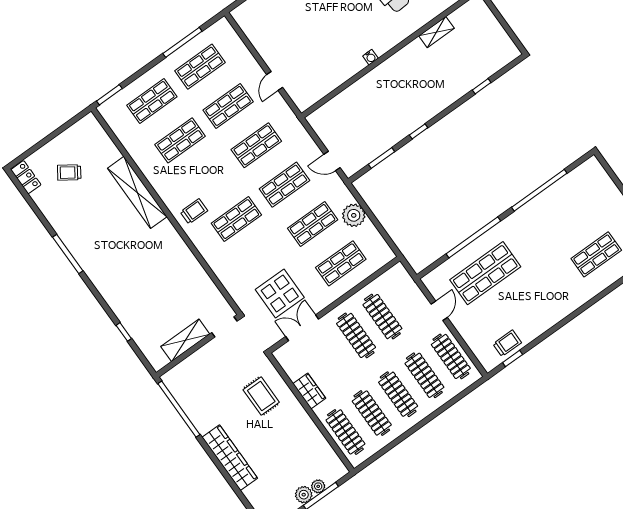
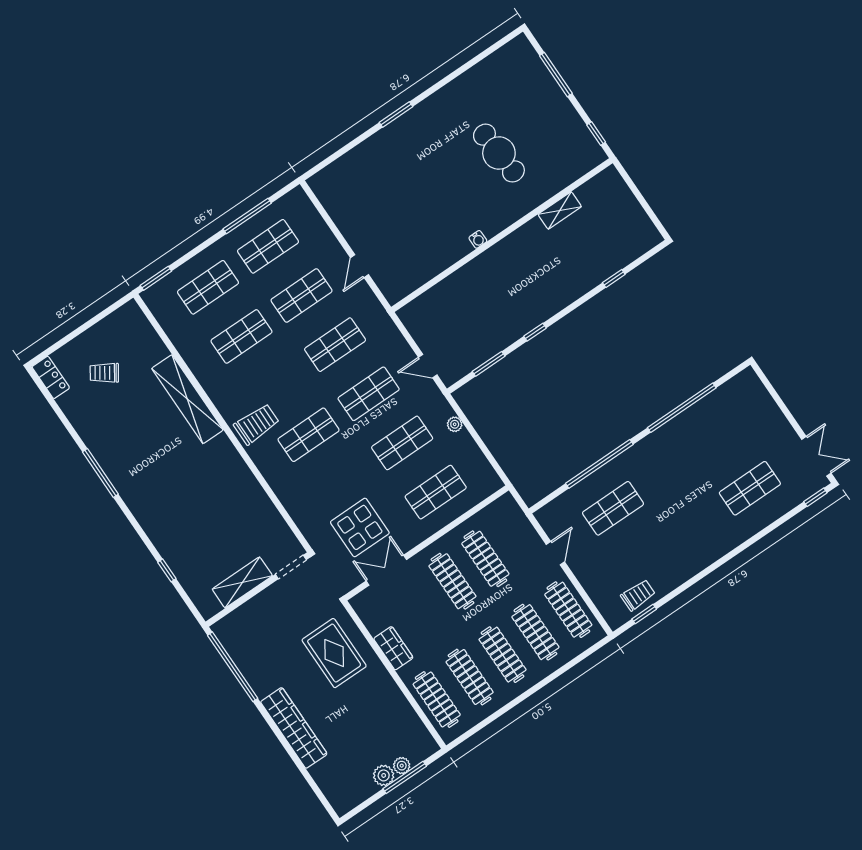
trolley: (194, 211) -> (257, 424), width x1.36, depth x1.39
plant: (354, 215) -> (455, 424), width x0.53, depth x0.53
shop shelf: (485, 273) -> (613, 508), width x0.70, depth x0.74
rug: (261, 396) -> (334, 653), width x1.36, depth x1.43

